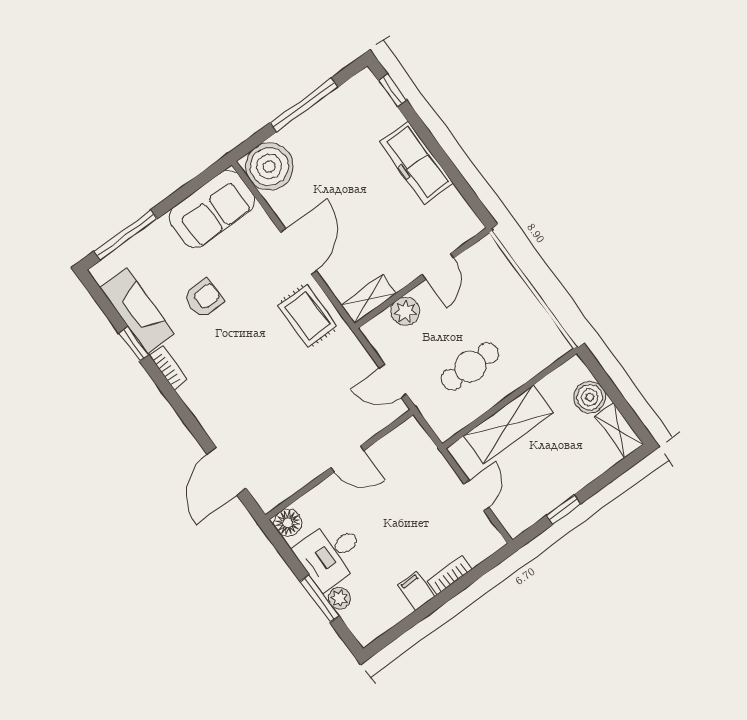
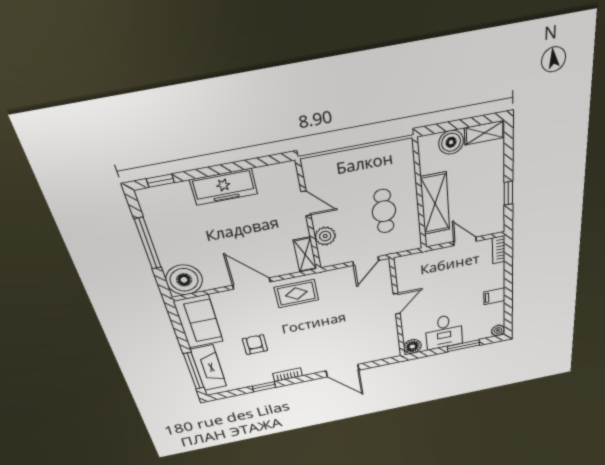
fireplace: (137, 311) -> (209, 368), moved, turned 90
door: (227, 471) -> (343, 371), moved
bookcase: (449, 575) -> (499, 250), moved
plant: (339, 598) -> (498, 330), moved

